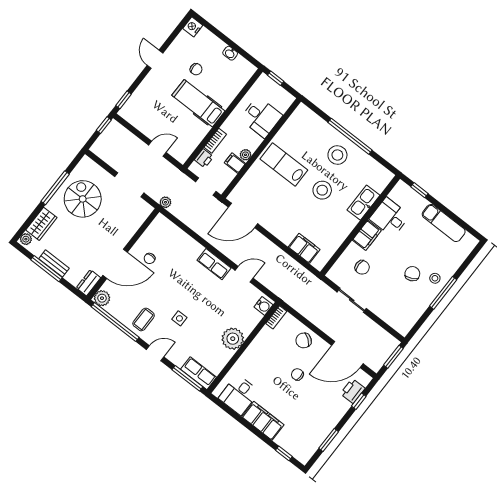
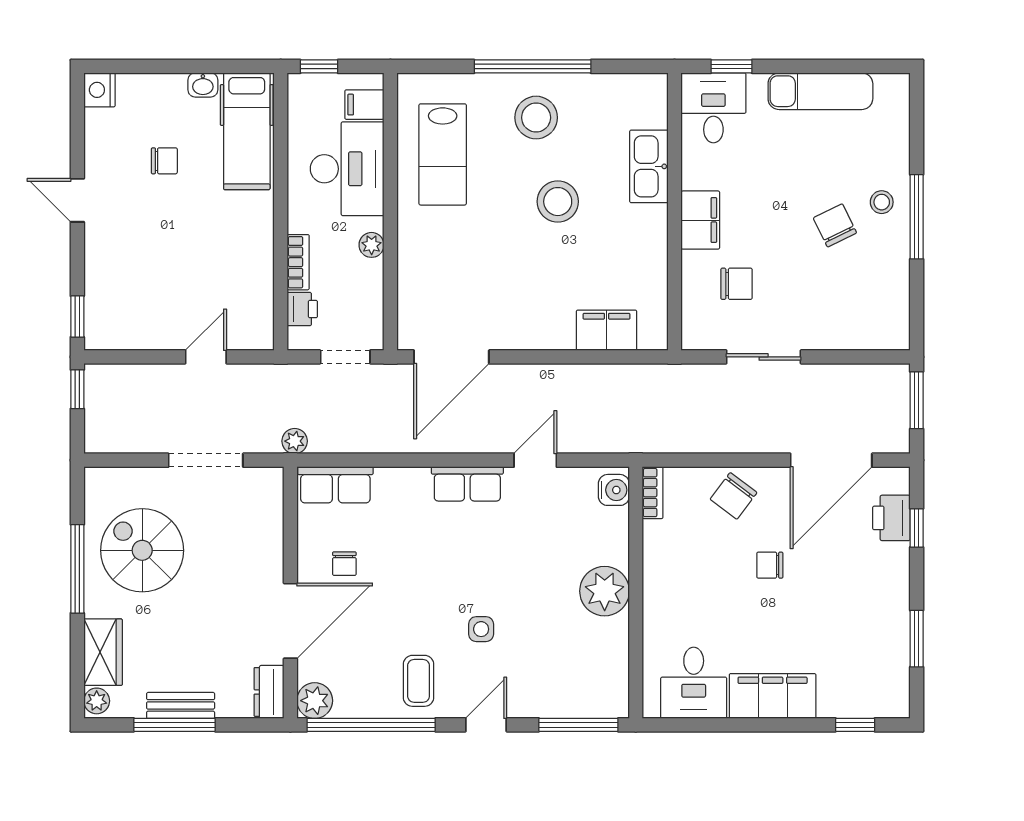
hospital bed: (198, 103) -> (247, 131), moved, turned -90
desk: (261, 117) -> (347, 169), width x1.37
filing cabinet: (235, 163) -> (364, 105), moved
lab bench: (284, 165) -> (443, 154), moved, turned -90
desk: (390, 217) -> (713, 108), moved, turned 90
row of seats: (199, 373) -> (335, 485), moved, turned 180

